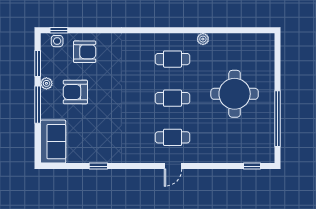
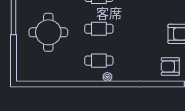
plant: (203, 39) -> (107, 77), moved

